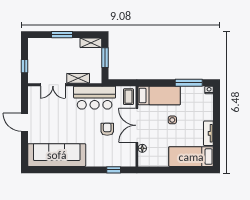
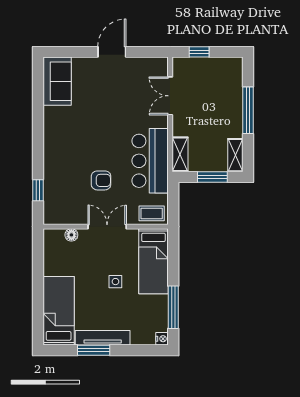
window: (62, 35) -> (248, 110), width x1.44
shelving: (78, 78) -> (180, 154), moved
double door: (137, 125) -> (107, 227), width x0.73
tv unit: (208, 133) -> (103, 338), width x1.41
window: (217, 134) -> (94, 350), added
sofa: (57, 155) -> (57, 81), width x0.54, depth x0.79

